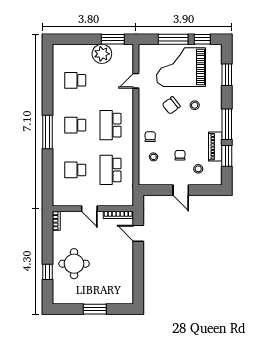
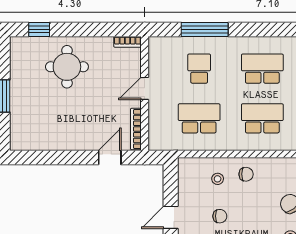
school desk: (75, 125) -> (262, 69), width x1.85
window: (48, 132) -> (205, 29), moved
window: (48, 272) -> (39, 29), moved

